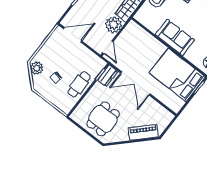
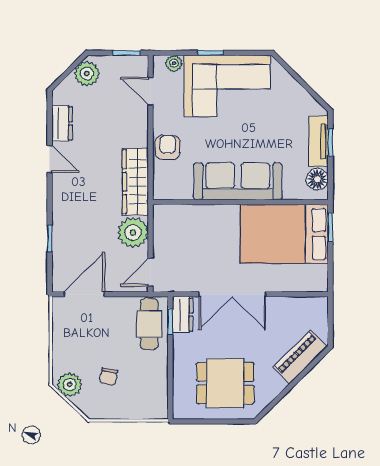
sofa: (175, 37) -> (238, 181), width x1.36
door: (108, 47) -> (150, 272), swing flipped
cafe table: (79, 84) -> (149, 324), moved
dining table: (103, 119) -> (225, 383), turned 90

